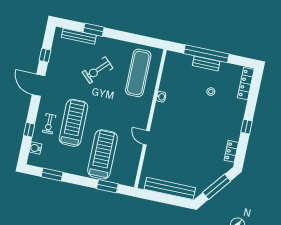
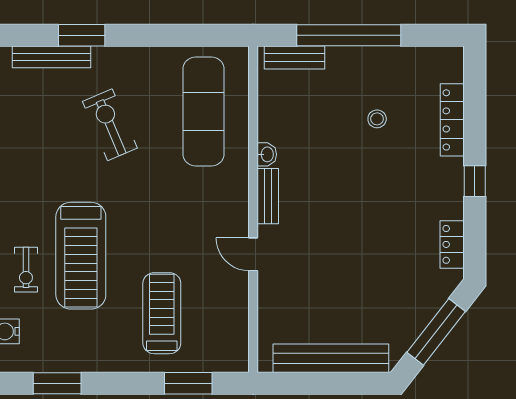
bench: (206, 63) -> (294, 58), moved
exercise bike: (98, 70) -> (110, 125), turned 113
locker: (246, 84) -> (452, 120), moved
bench: (158, 114) -> (268, 196), added
treadmill: (74, 123) -> (81, 256), turned 180
treadmill: (103, 154) -> (162, 313), width x0.73, depth x0.73

